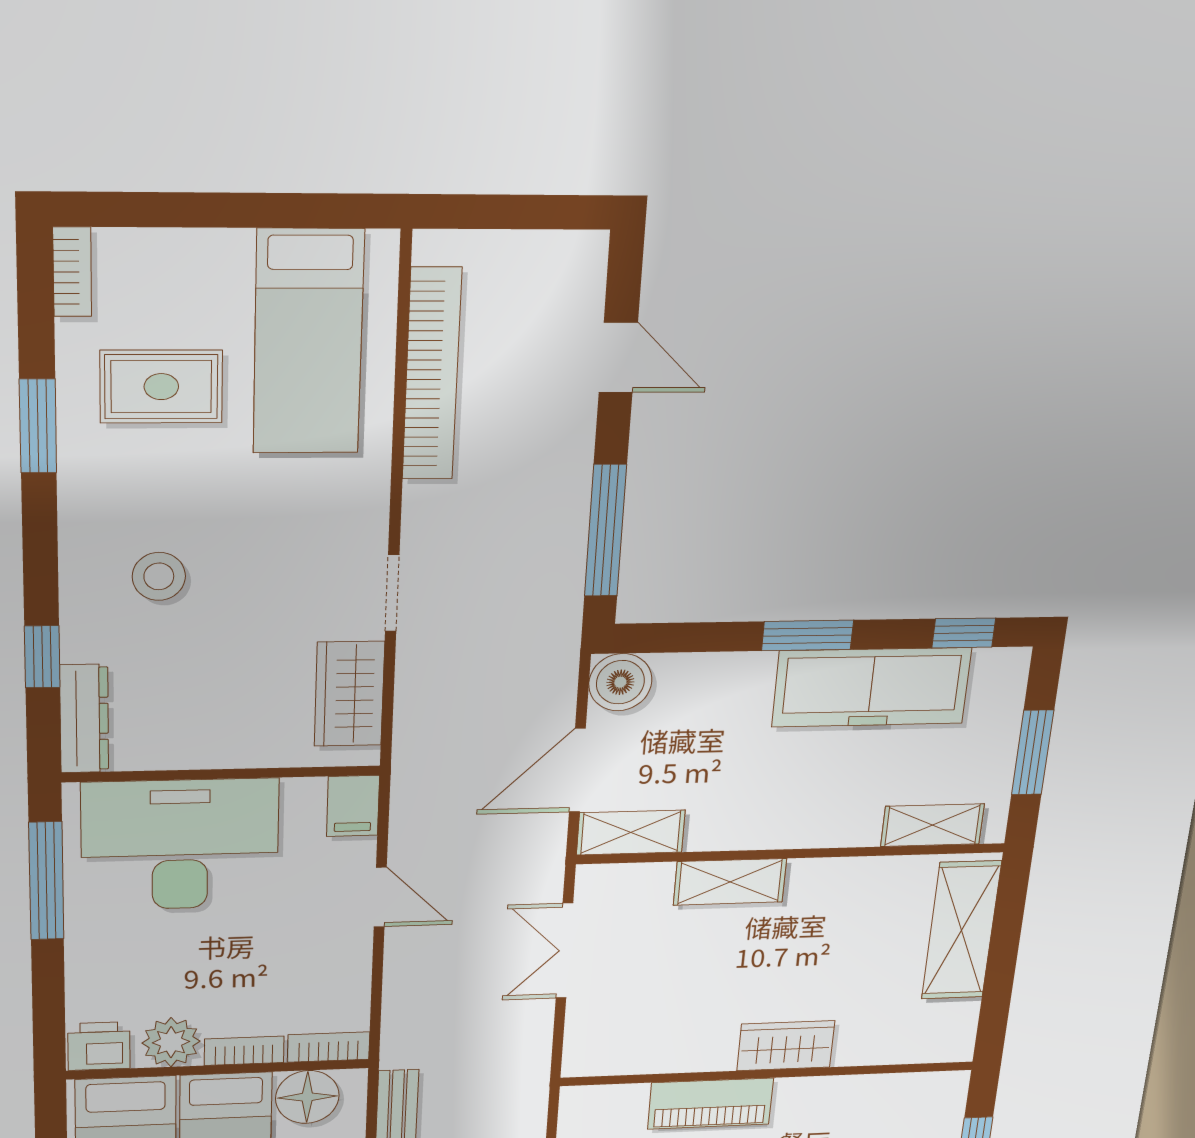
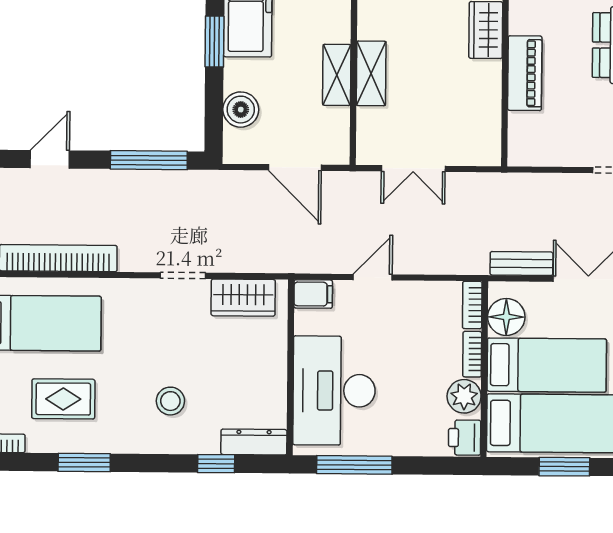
rug: (161, 387) -> (63, 399), turned 90
boiler: (620, 682) -> (241, 110), moved
shelving: (631, 832) -> (337, 75), moved

